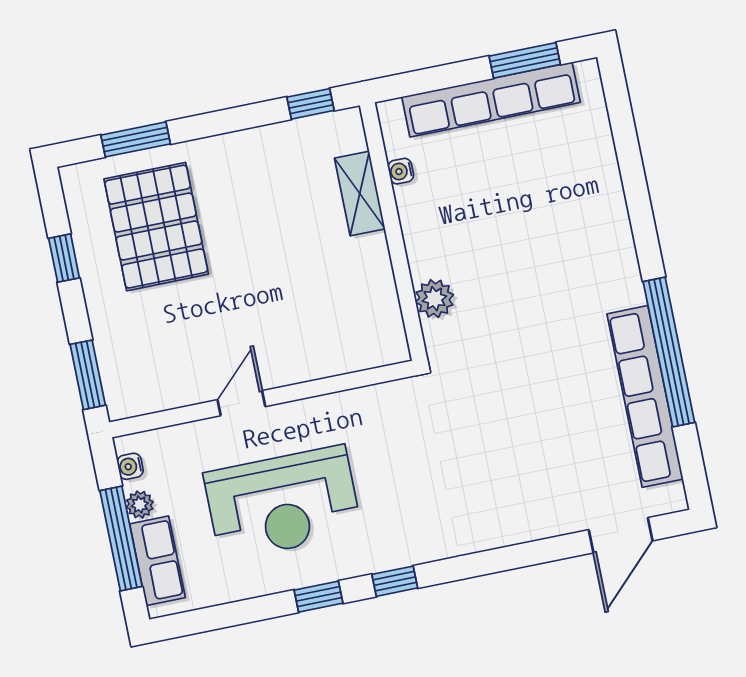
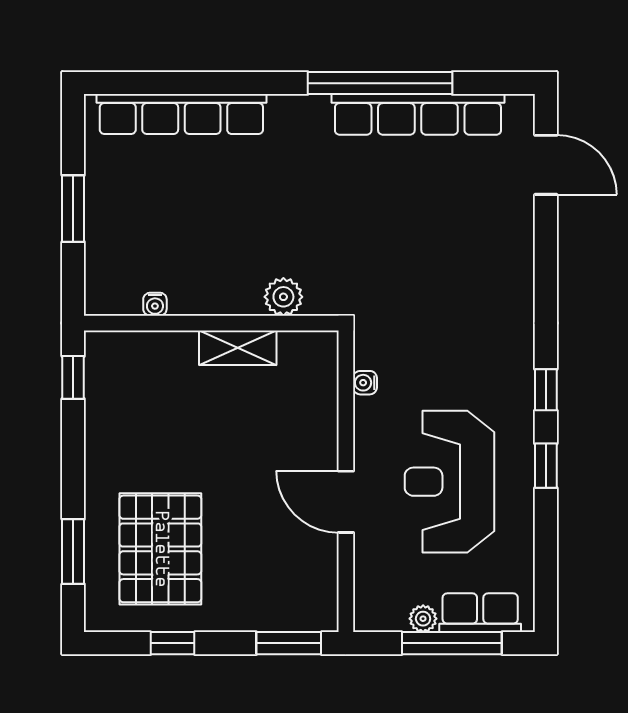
window: (525, 60) -> (73, 209), moved
row of seats: (491, 100) -> (181, 114), moved, turned 90
shelving: (360, 194) -> (238, 348), moved
pallet: (156, 227) -> (160, 549), turned 90
door: (241, 403) -> (346, 502), width x1.38
water cooler: (130, 466) -> (365, 383), moved, turned 90
reception desk: (283, 503) -> (449, 482), turned 180

